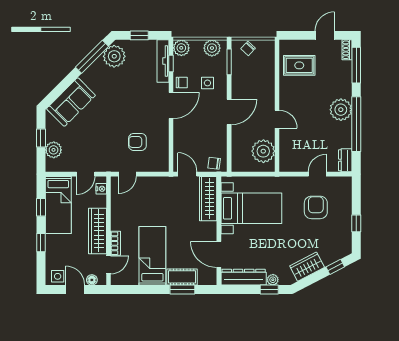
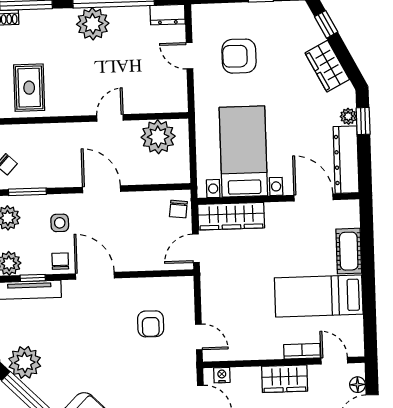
wardrobe: (97, 231) -> (285, 379), width x0.67
door: (219, 254) -> (313, 197), swing flipped
window: (182, 290) -> (367, 250), removed

